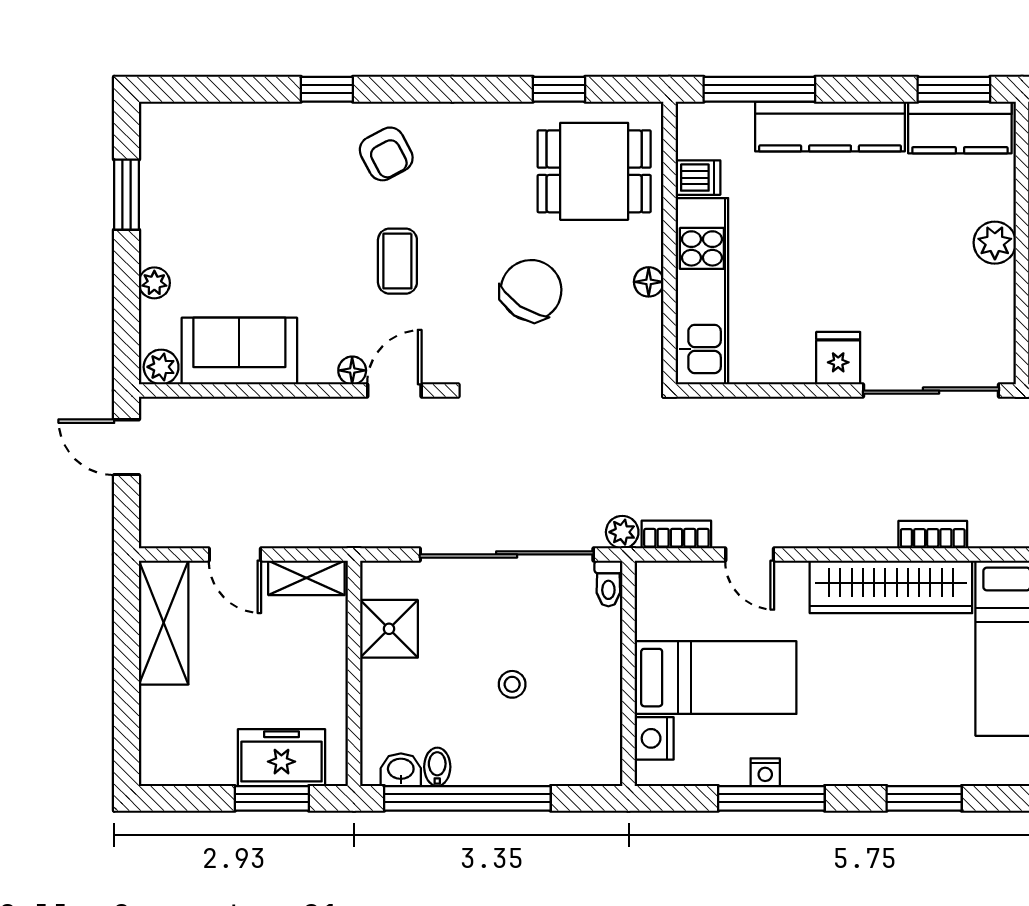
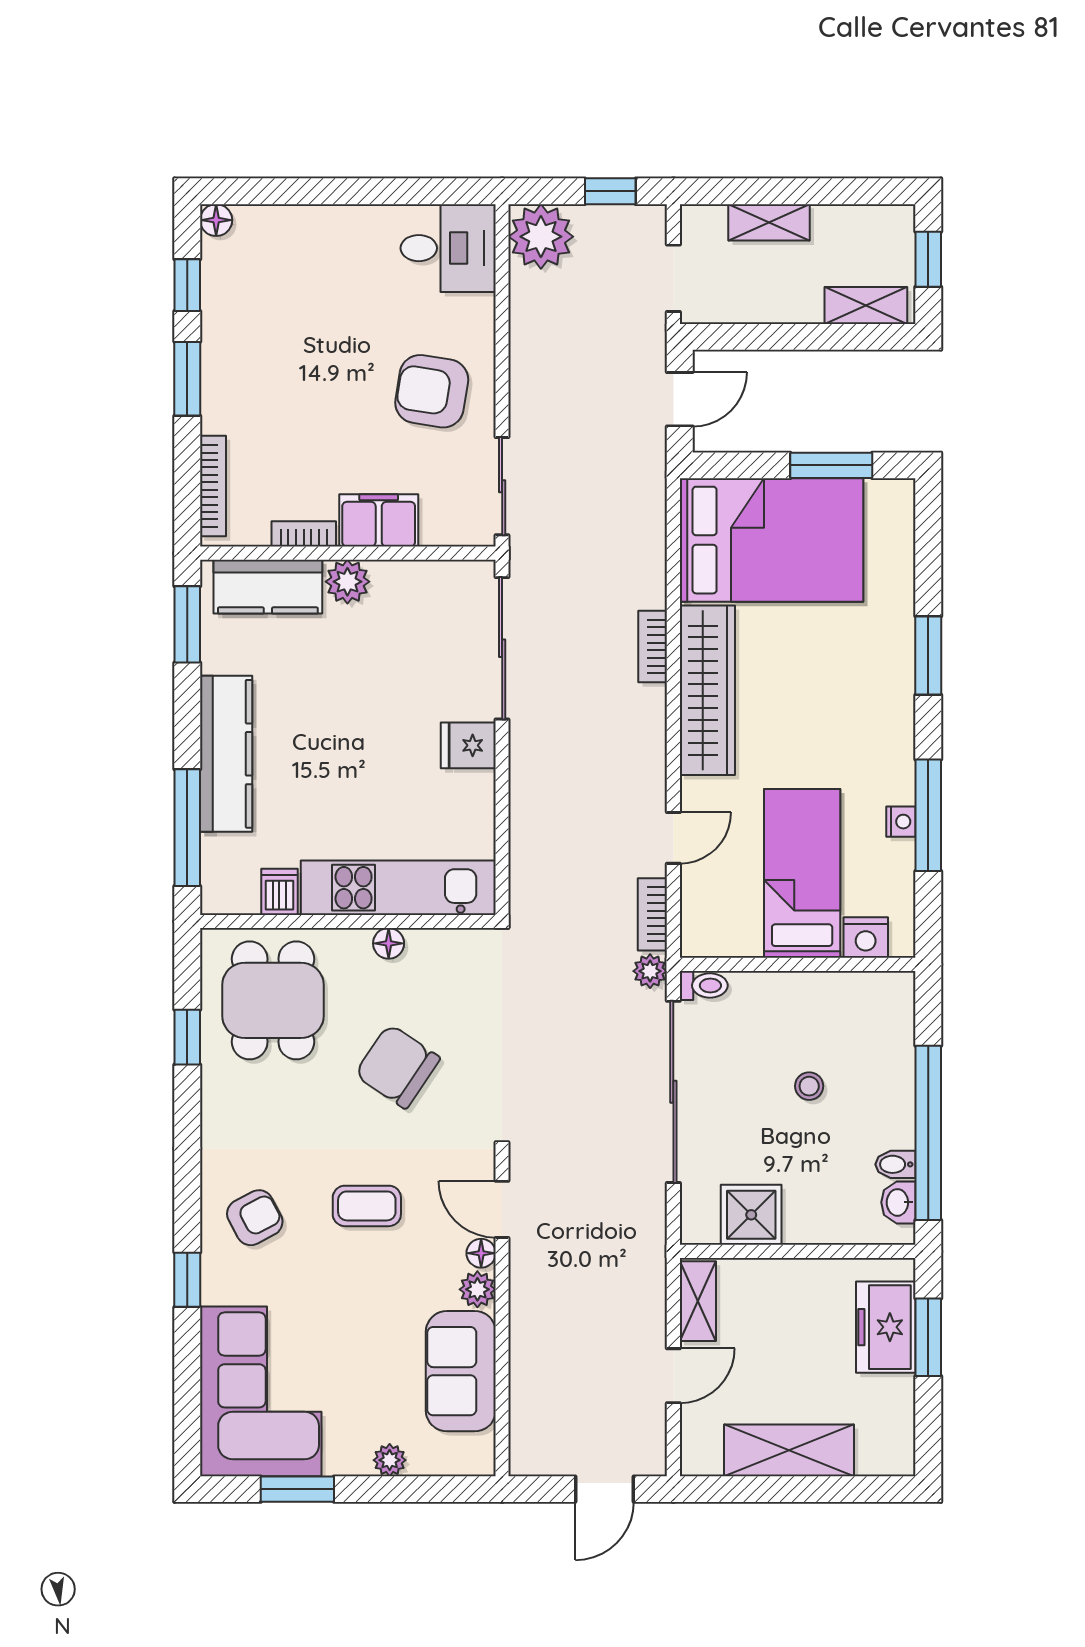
kitchen counter: (960, 127) -> (268, 587), moved, turned 90
corner sofa: (220, 160) -> (261, 1391), added
plant: (161, 367) -> (477, 1289), moved
door: (126, 447) -> (604, 1489), moved
shelving: (164, 623) -> (789, 1450), moved

